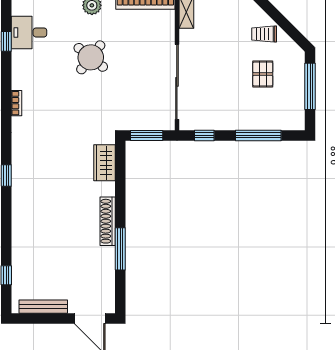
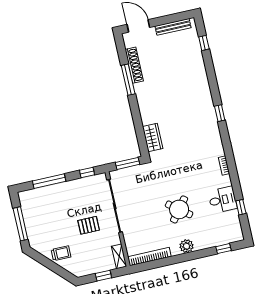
desk: (29, 32) -> (222, 200), moved
pallet: (263, 74) -> (89, 225), moved, turned 90
shoe rack: (108, 221) -> (134, 65), moved

